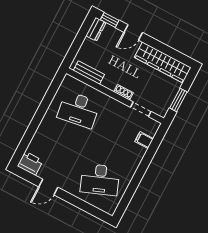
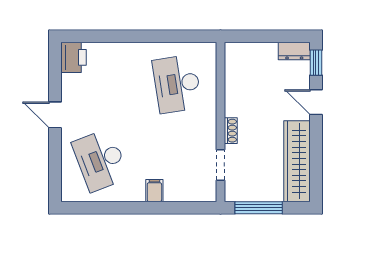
bench: (89, 73) -> (233, 72), removed
window: (178, 100) -> (259, 208), width x1.44
filing cabinet: (144, 140) -> (154, 191), moved
door: (48, 187) -> (55, 115), moved

